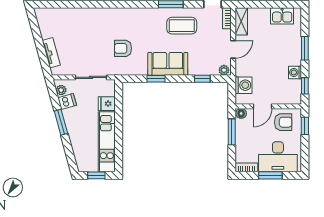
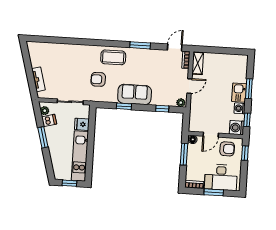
kitchen sink: (282, 16) -> (239, 93), moved, turned 90
coffee table: (182, 26) -> (113, 57), moved
washing machine: (244, 85) -> (237, 128), moved, turned 180

